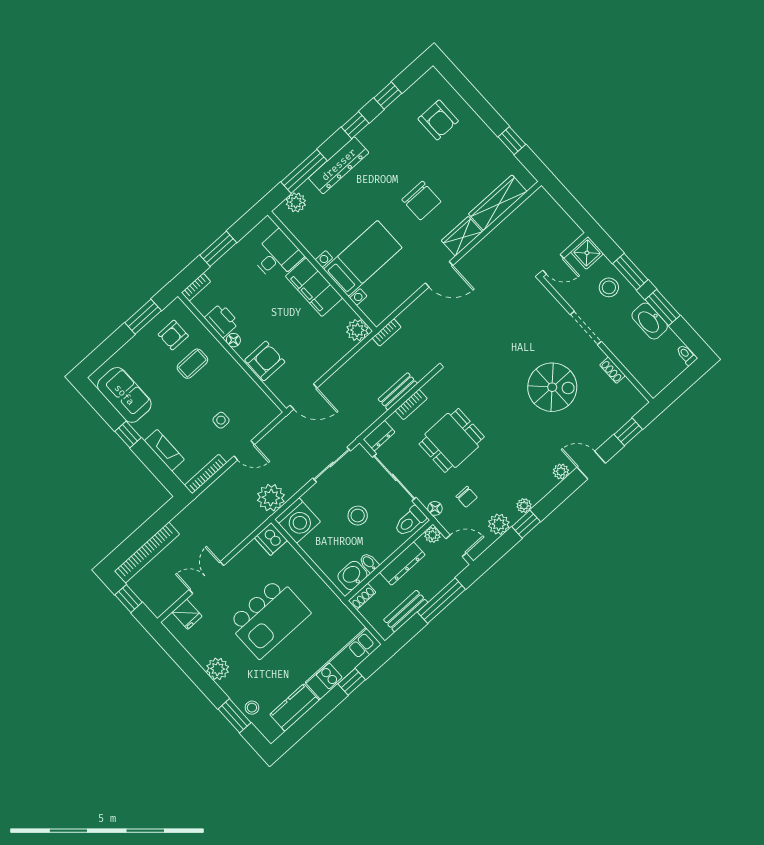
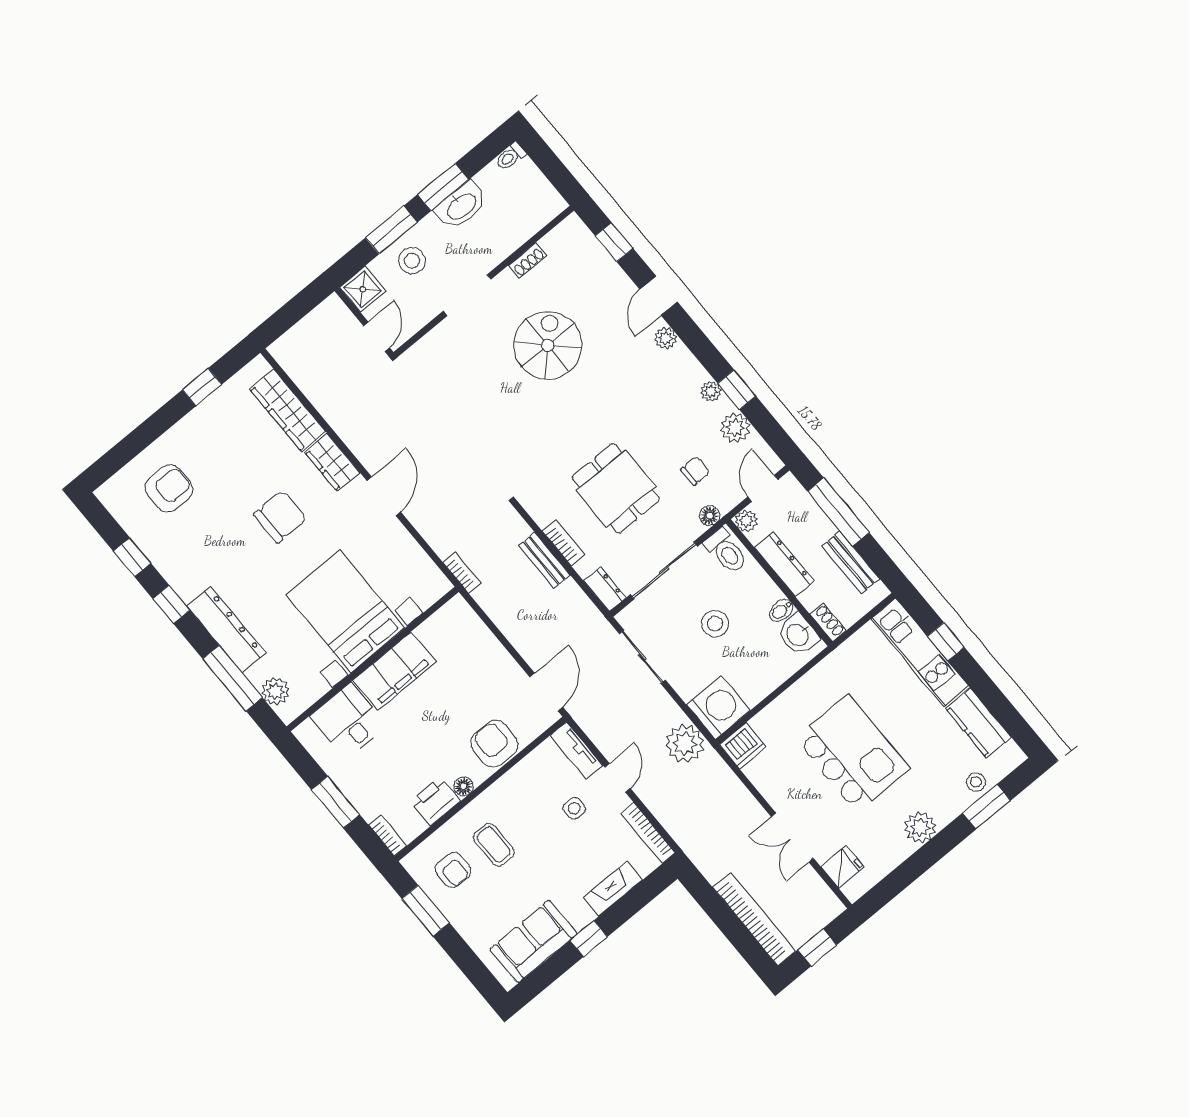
bed with nightstands: (363, 258) -> (345, 611), width x1.36
plant: (357, 330) -> (457, 613), removed
tv unit: (263, 420) -> (576, 750), added

